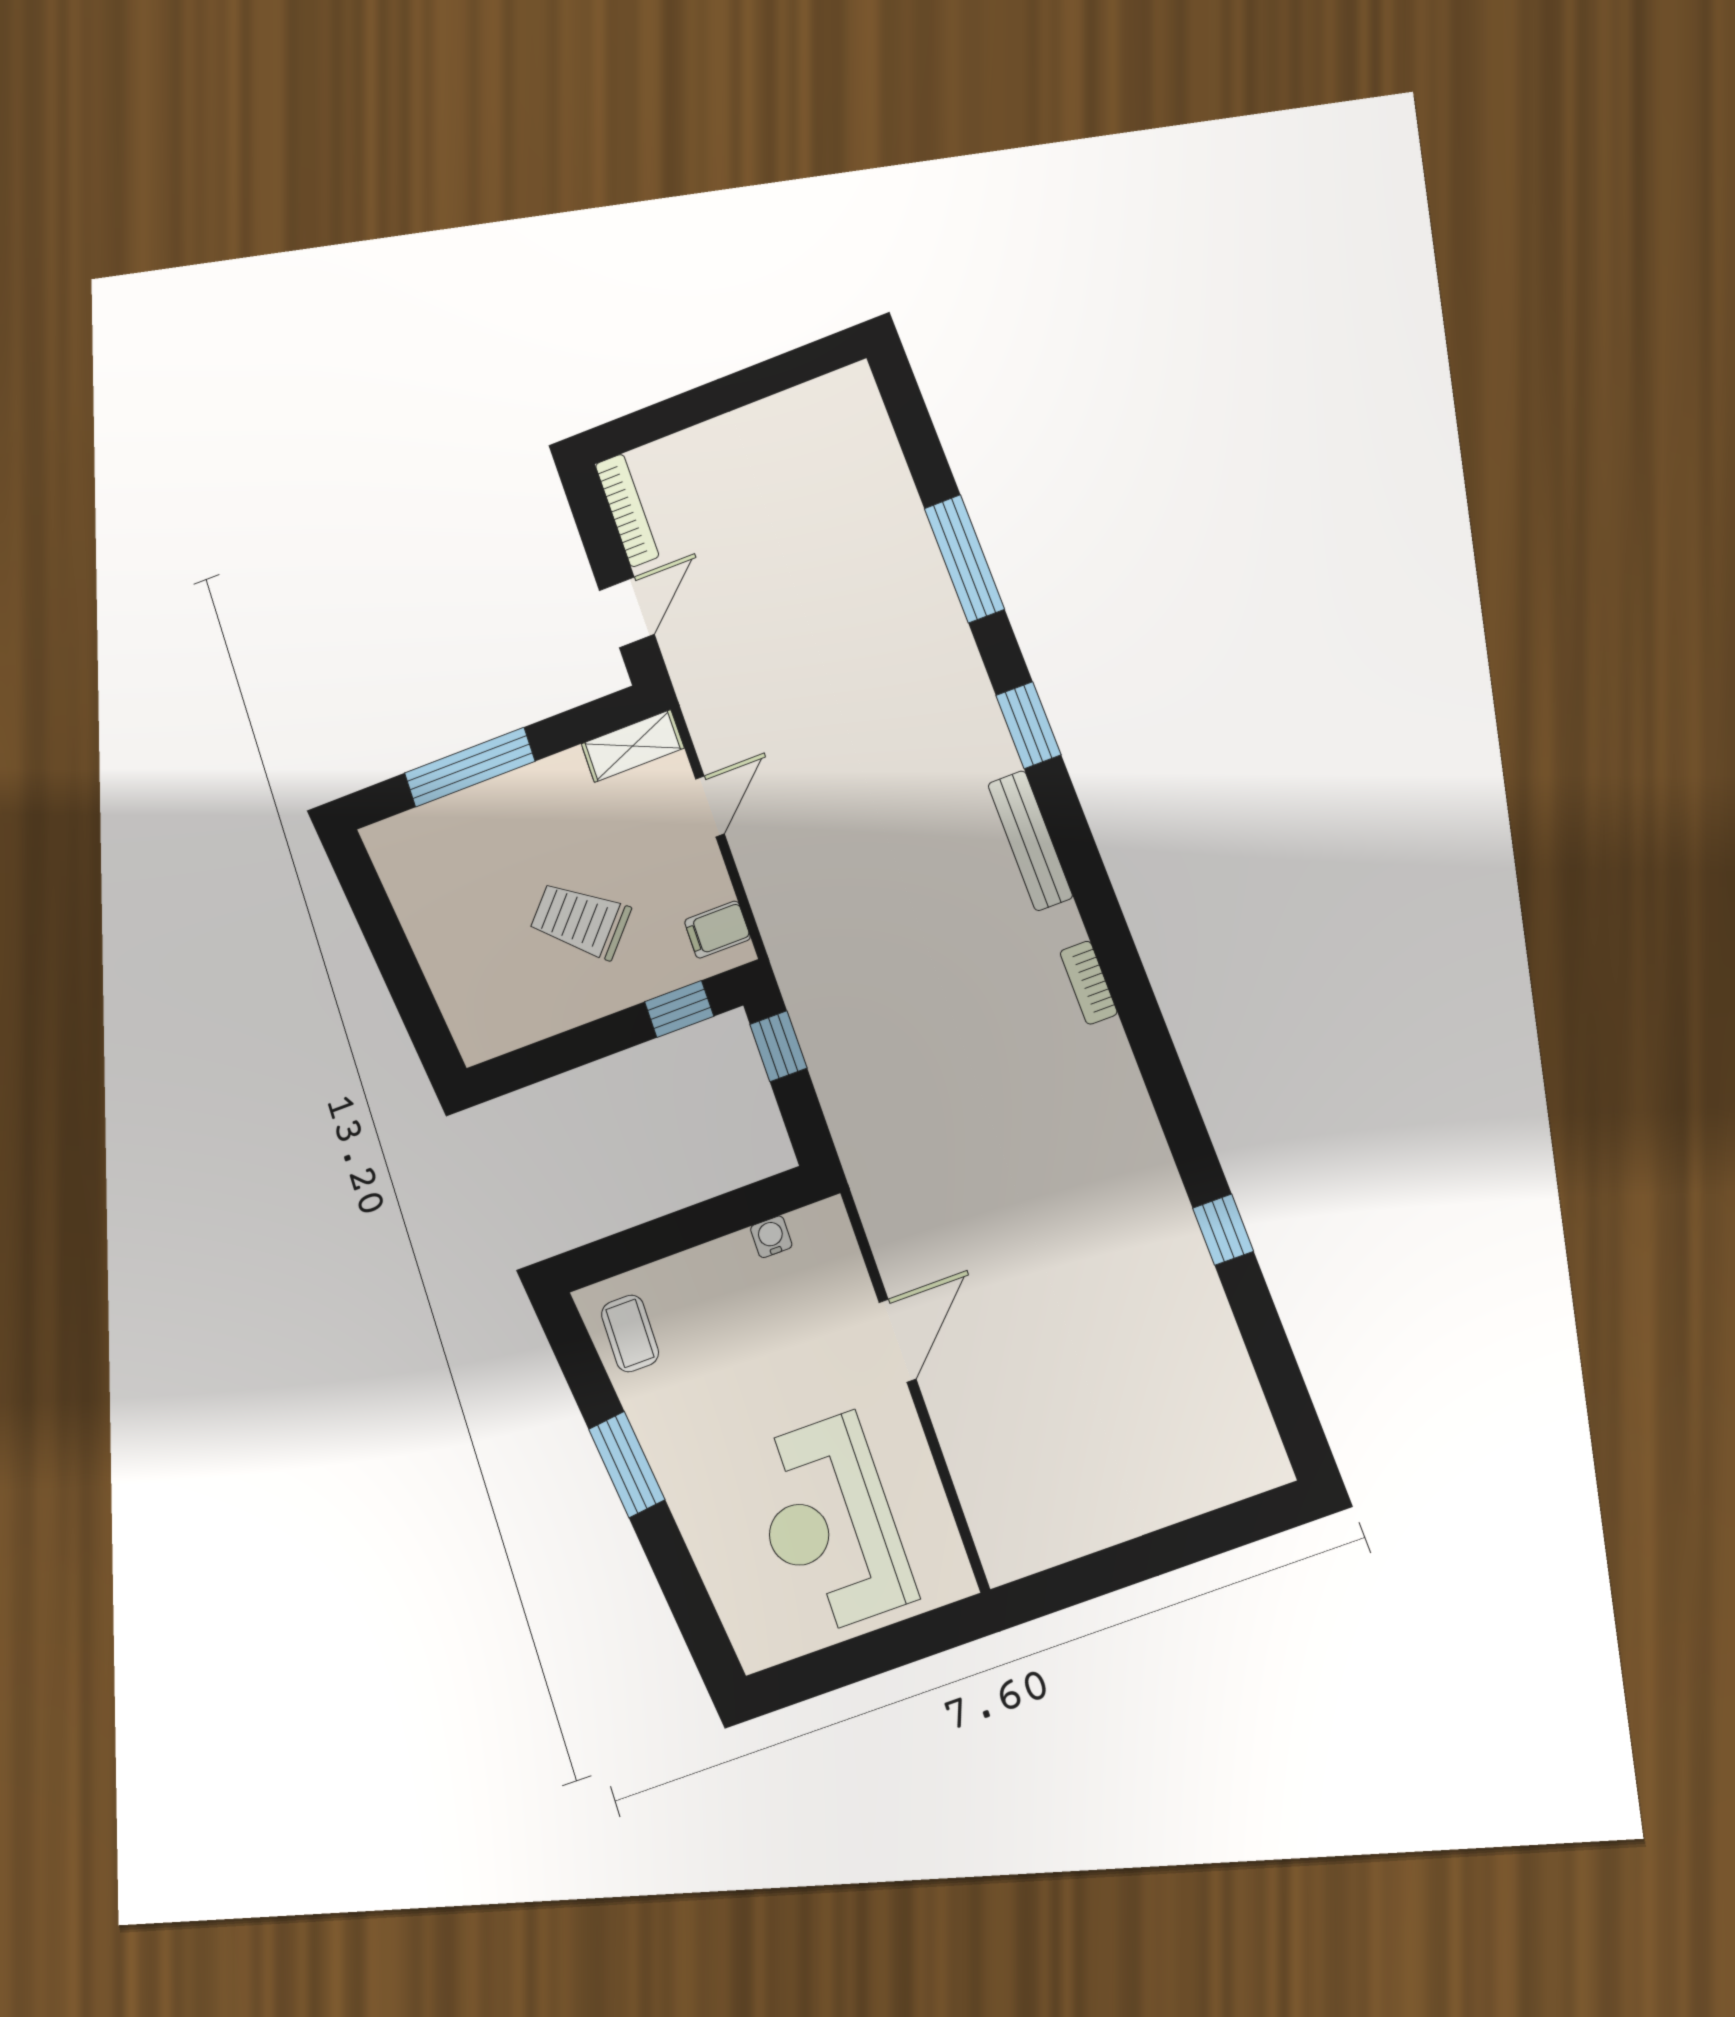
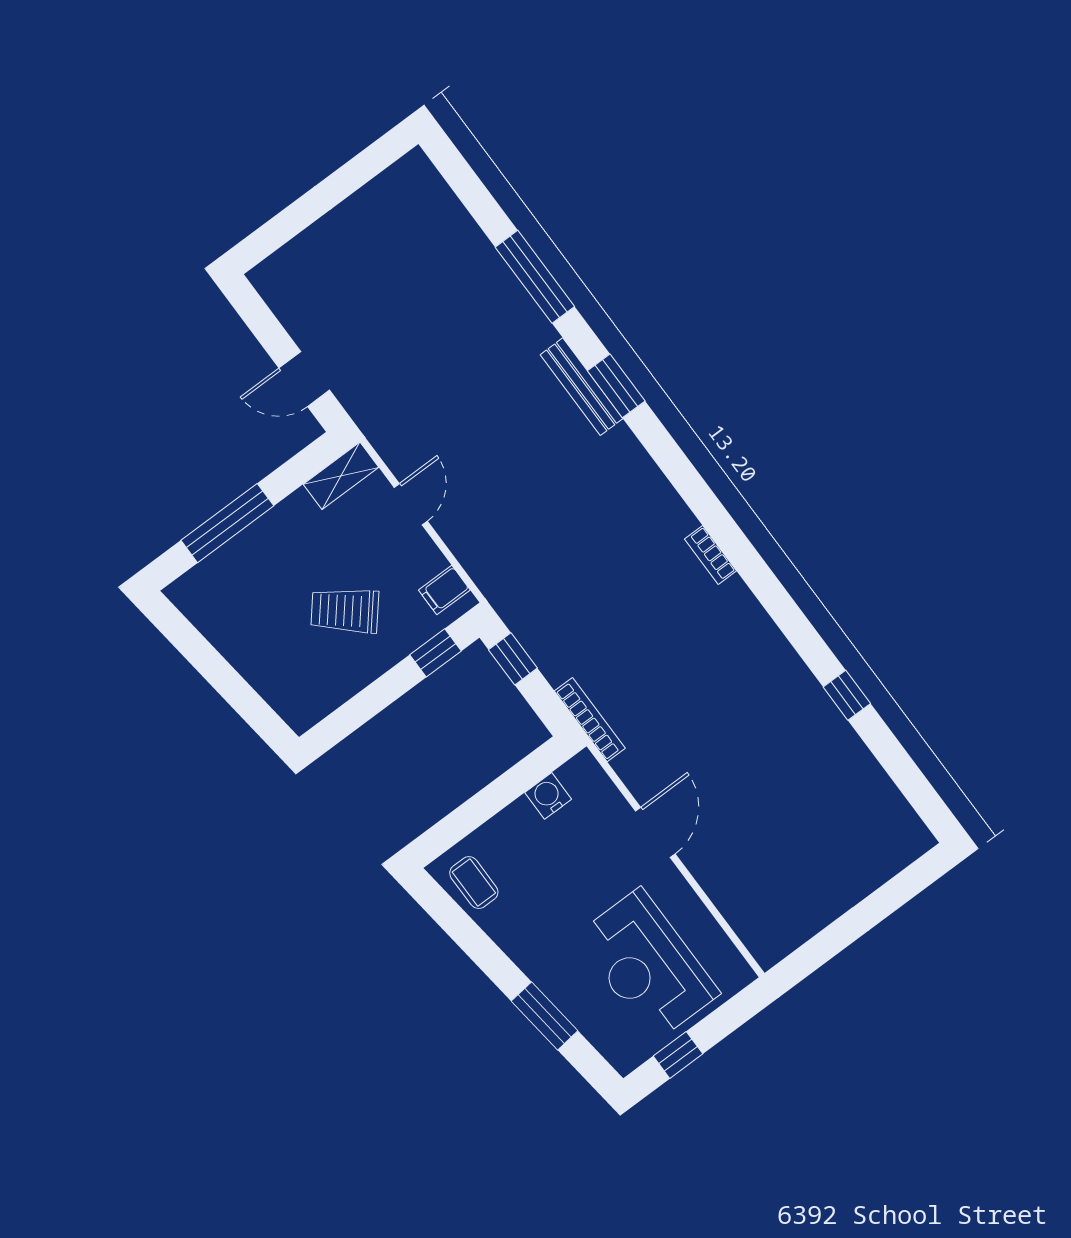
bookcase: (627, 510) -> (590, 720), moved
door: (627, 612) -> (304, 379), swing flipped
bench: (1030, 840) -> (582, 387), moved
water cooler: (771, 1237) -> (548, 796), width x1.38, depth x1.38
window: (627, 1464) -> (545, 1016), moved
window: (833, 1668) -> (678, 1055), added

